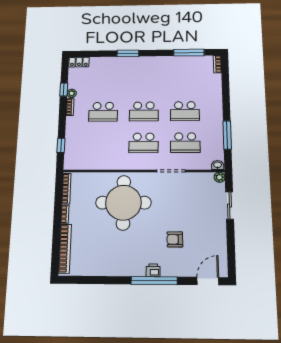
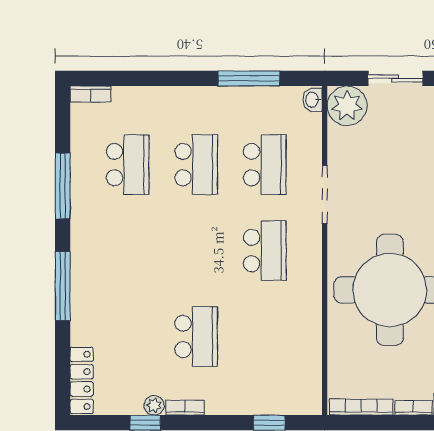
window: (128, 53) -> (63, 286), width x1.44
window: (189, 53) -> (63, 186), moved
locker: (79, 62) -> (82, 380), width x1.53
school desk: (144, 111) -> (128, 165), moved
plant: (220, 177) -> (347, 106), width x1.87, depth x1.87

